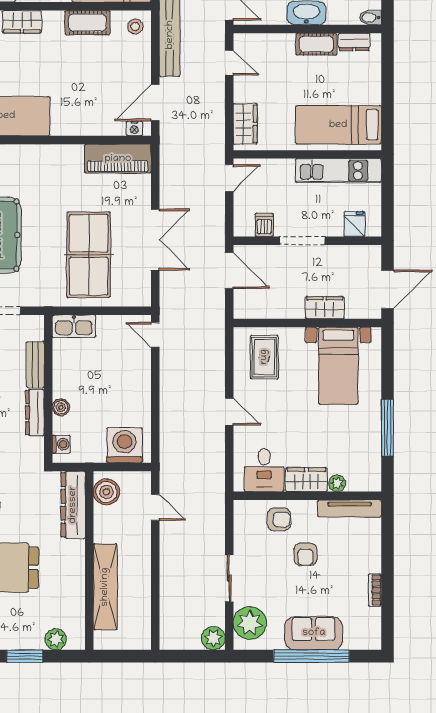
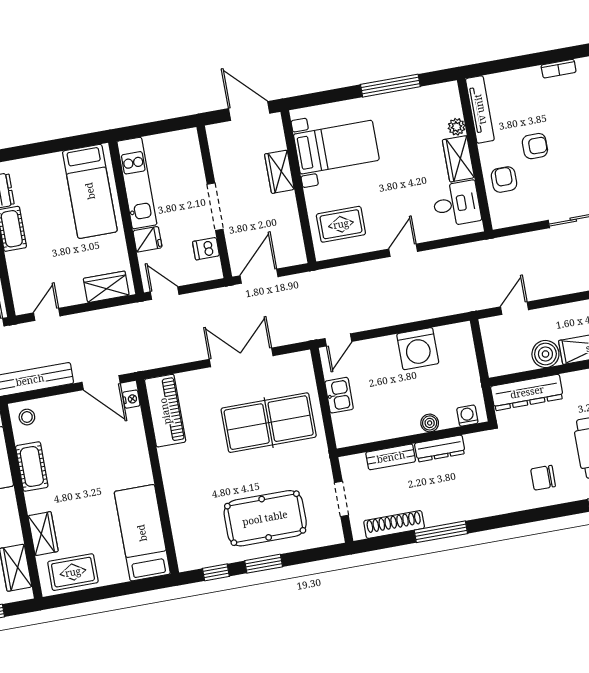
fridge: (354, 224) -> (147, 239), moved, turned 180
kitchen sink: (74, 326) -> (339, 395), moved, width x0.73
washing machine: (124, 445) -> (418, 349), moved, turned -90
boiler: (106, 492) -> (545, 354), moved

